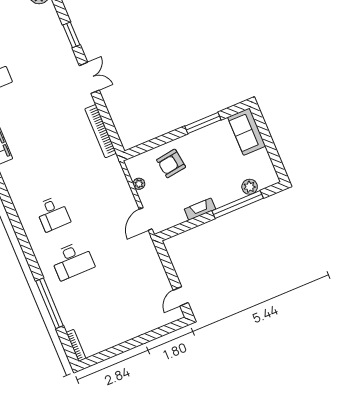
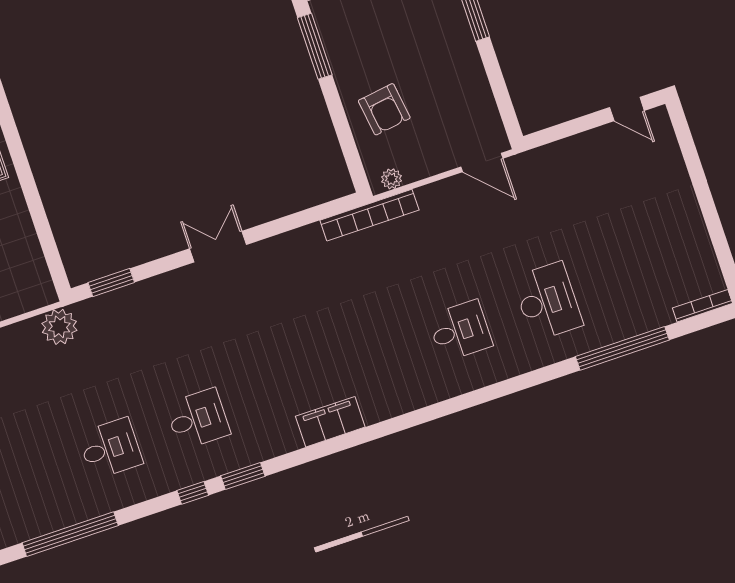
window: (71, 35) -> (111, 283), moved
bookcase: (101, 131) -> (369, 215), moved
plant: (139, 184) -> (391, 179), moved
fireplace: (200, 209) -> (471, 63), removed

